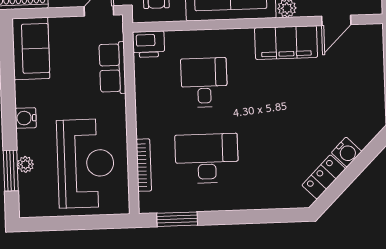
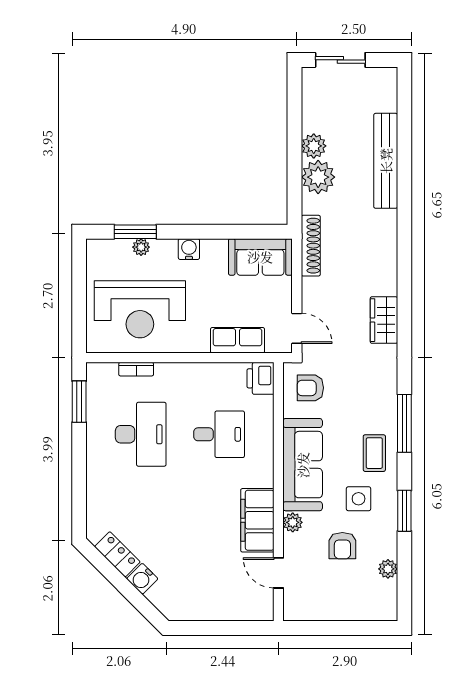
bookcase: (144, 165) -> (136, 369), width x0.64

